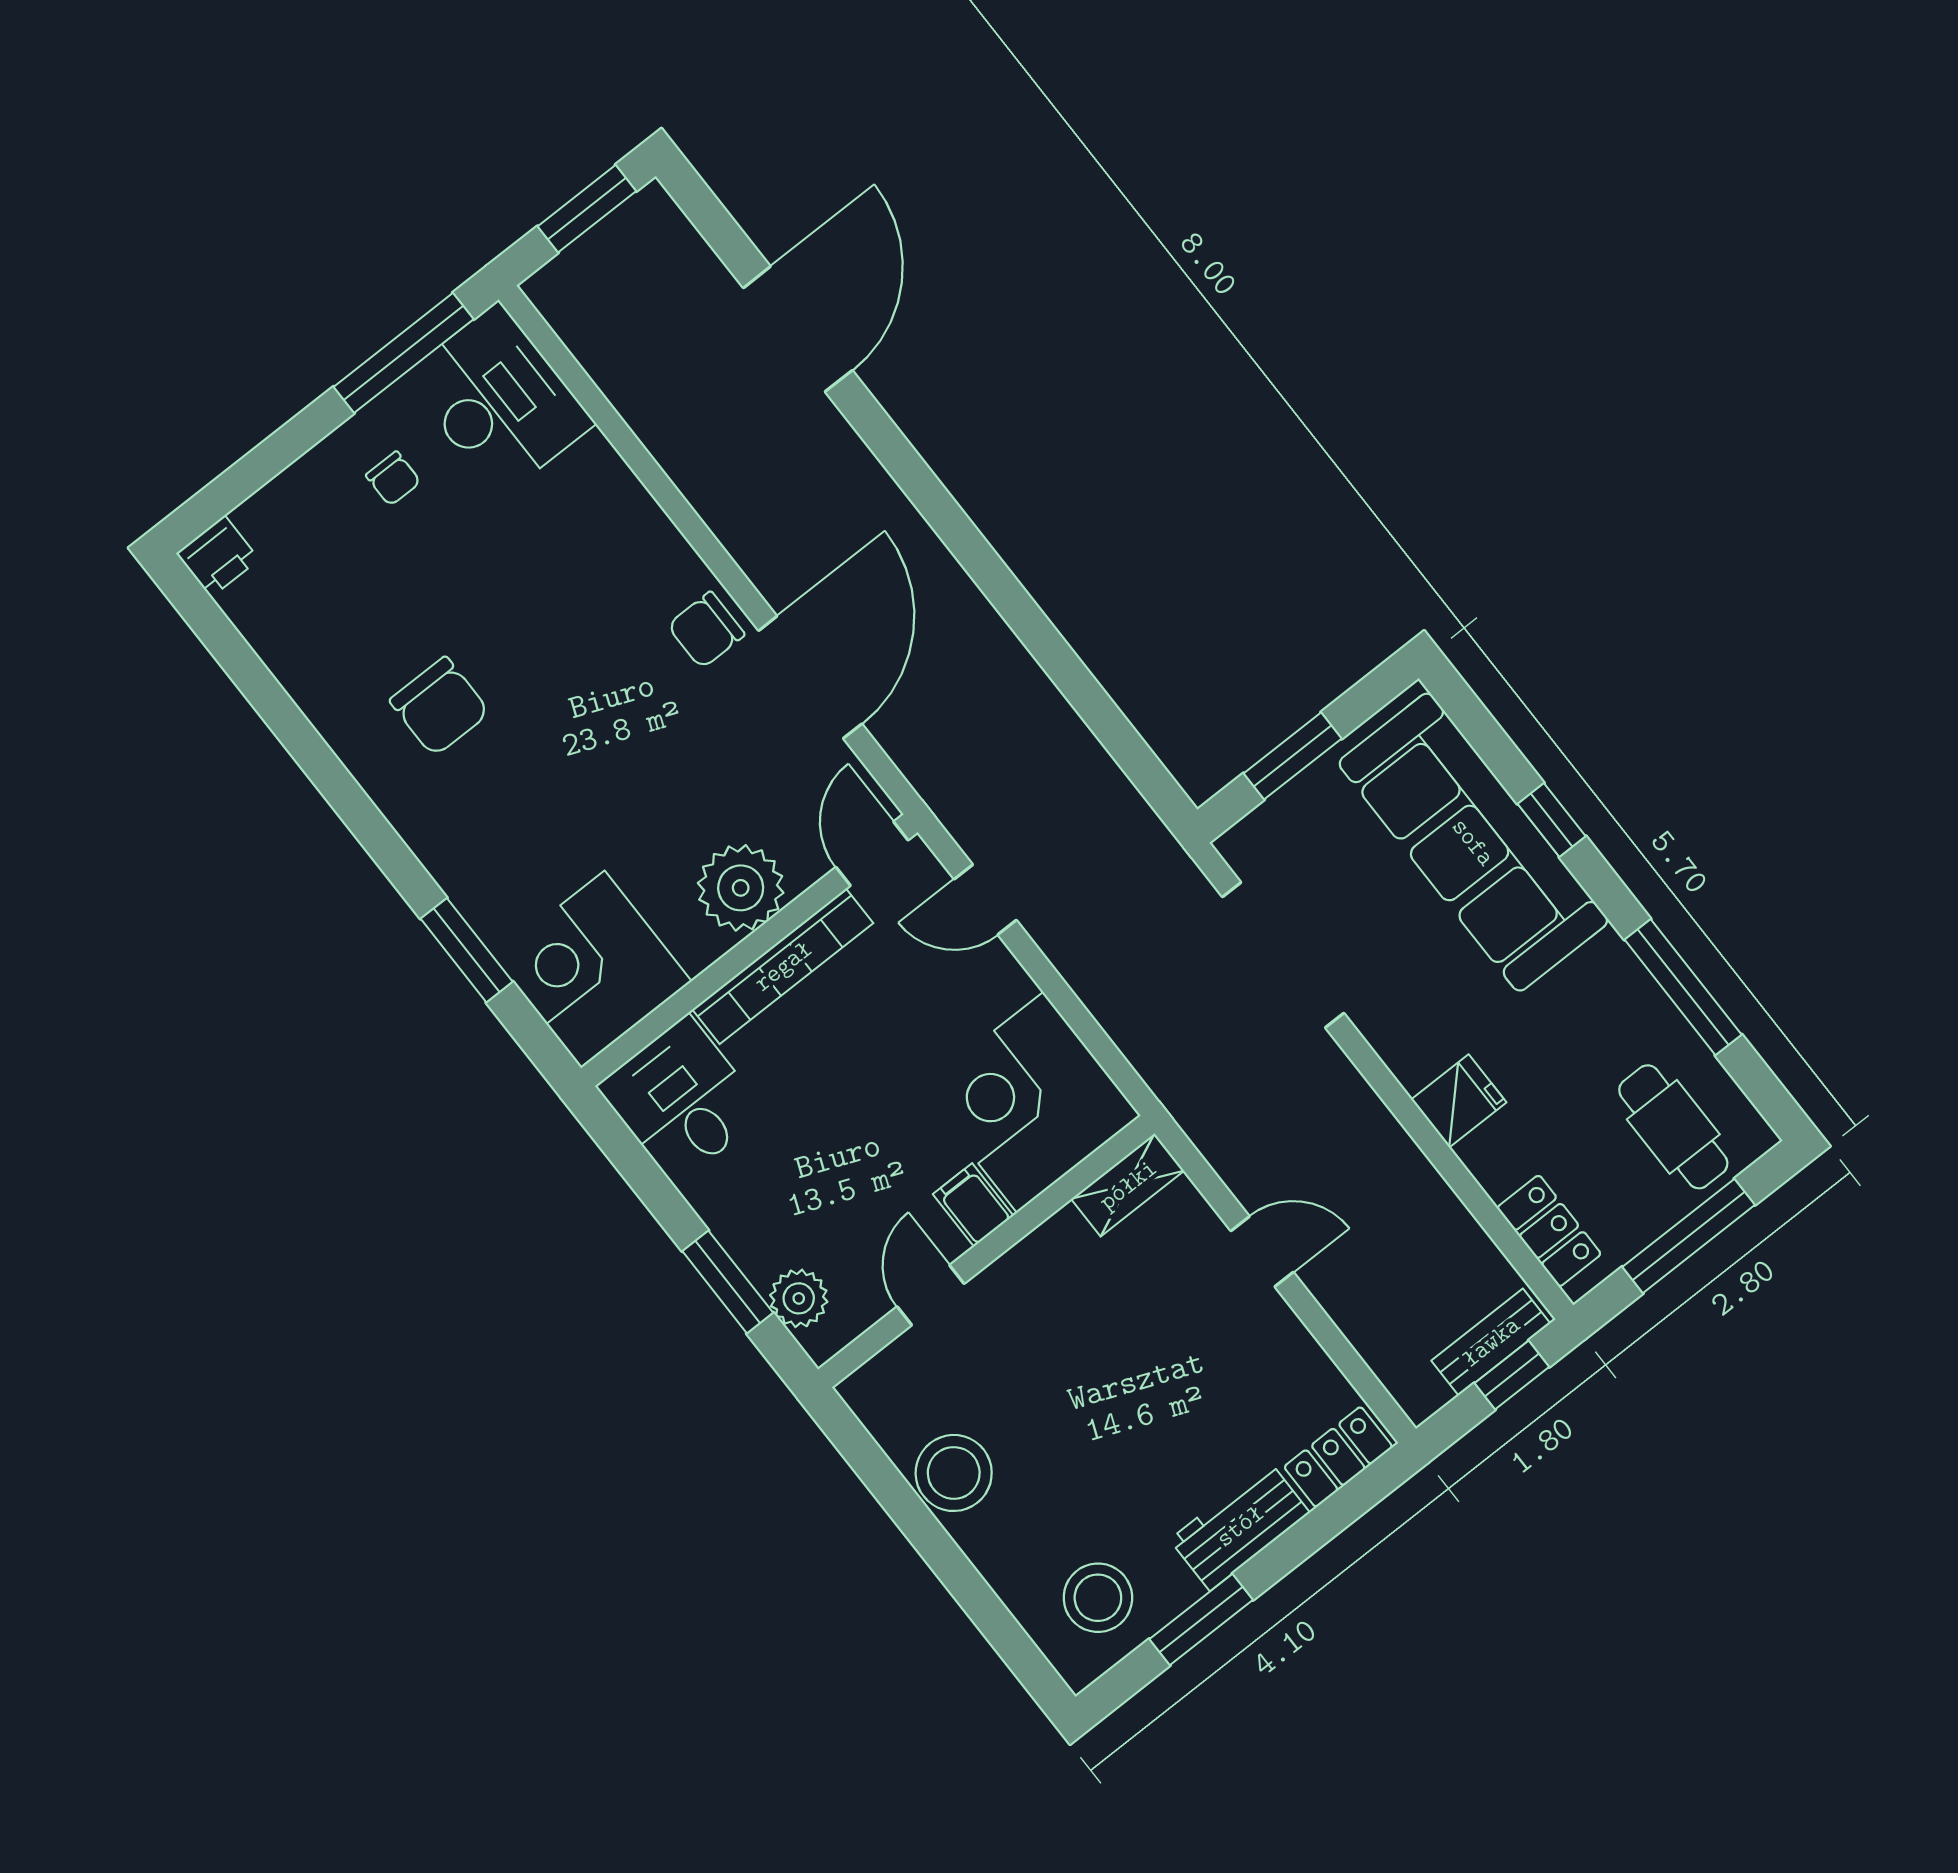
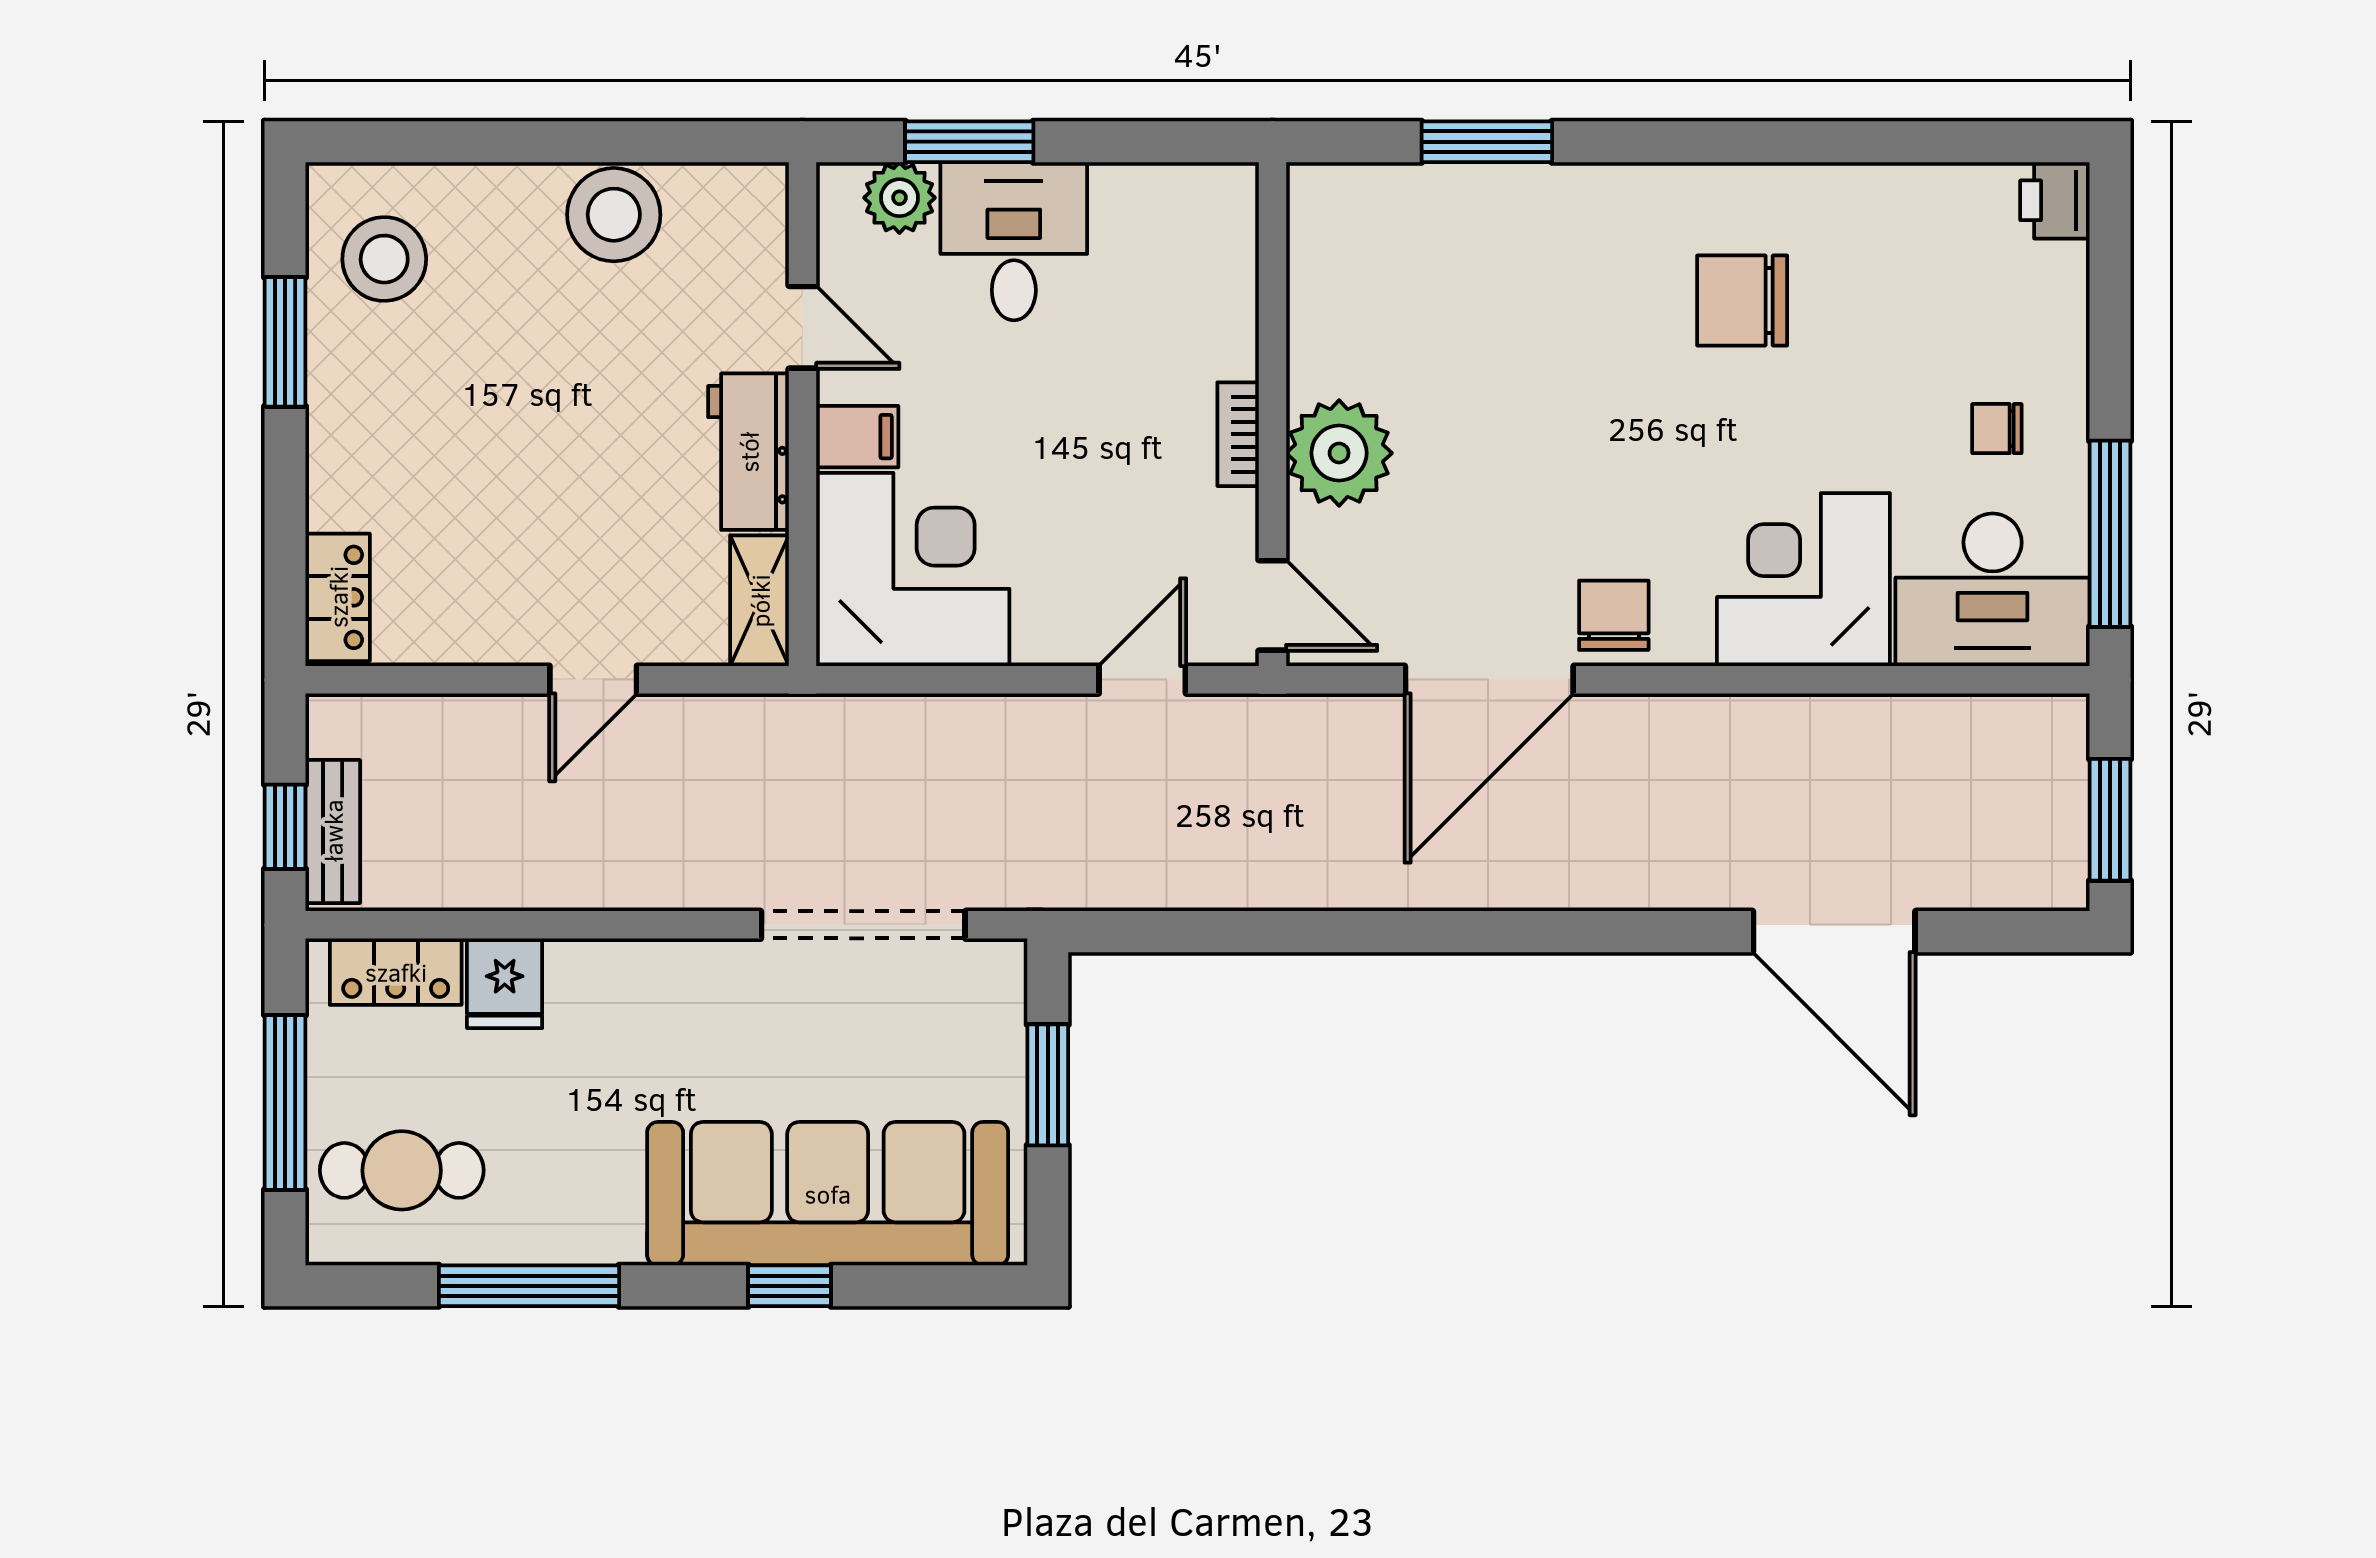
door: (810, 677) -> (1489, 680), hinge flipped
bookcase: (783, 966) -> (1238, 434), width x0.43, depth x0.76
corner desk: (593, 969) -> (1803, 580), moved, turned -90
desk: (682, 1100) -> (1014, 241), moved, turned -90
fridge: (1459, 1101) -> (505, 983), moved
workbench: (1240, 1526) -> (749, 452), moved, turned 180

